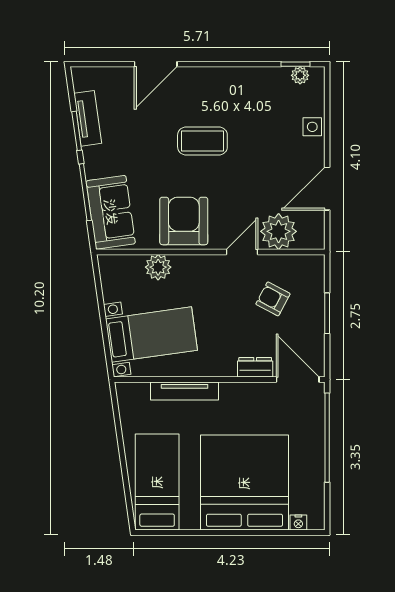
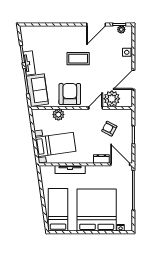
door: (156, 64) -> (96, 24), moved
tv unit: (88, 118) -> (29, 63), moved

